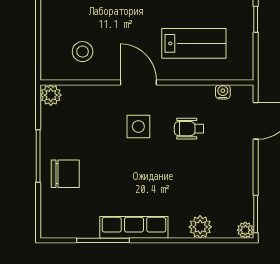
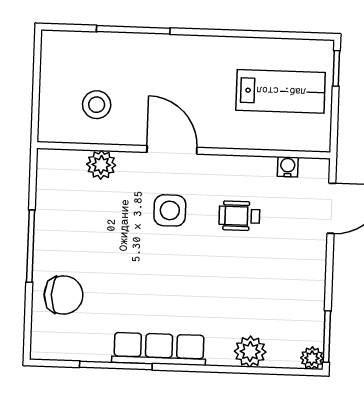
lab bench: (194, 43) -> (281, 91), moved
plant: (51, 95) -> (101, 165), moved
chair: (65, 174) -> (64, 295), moved

